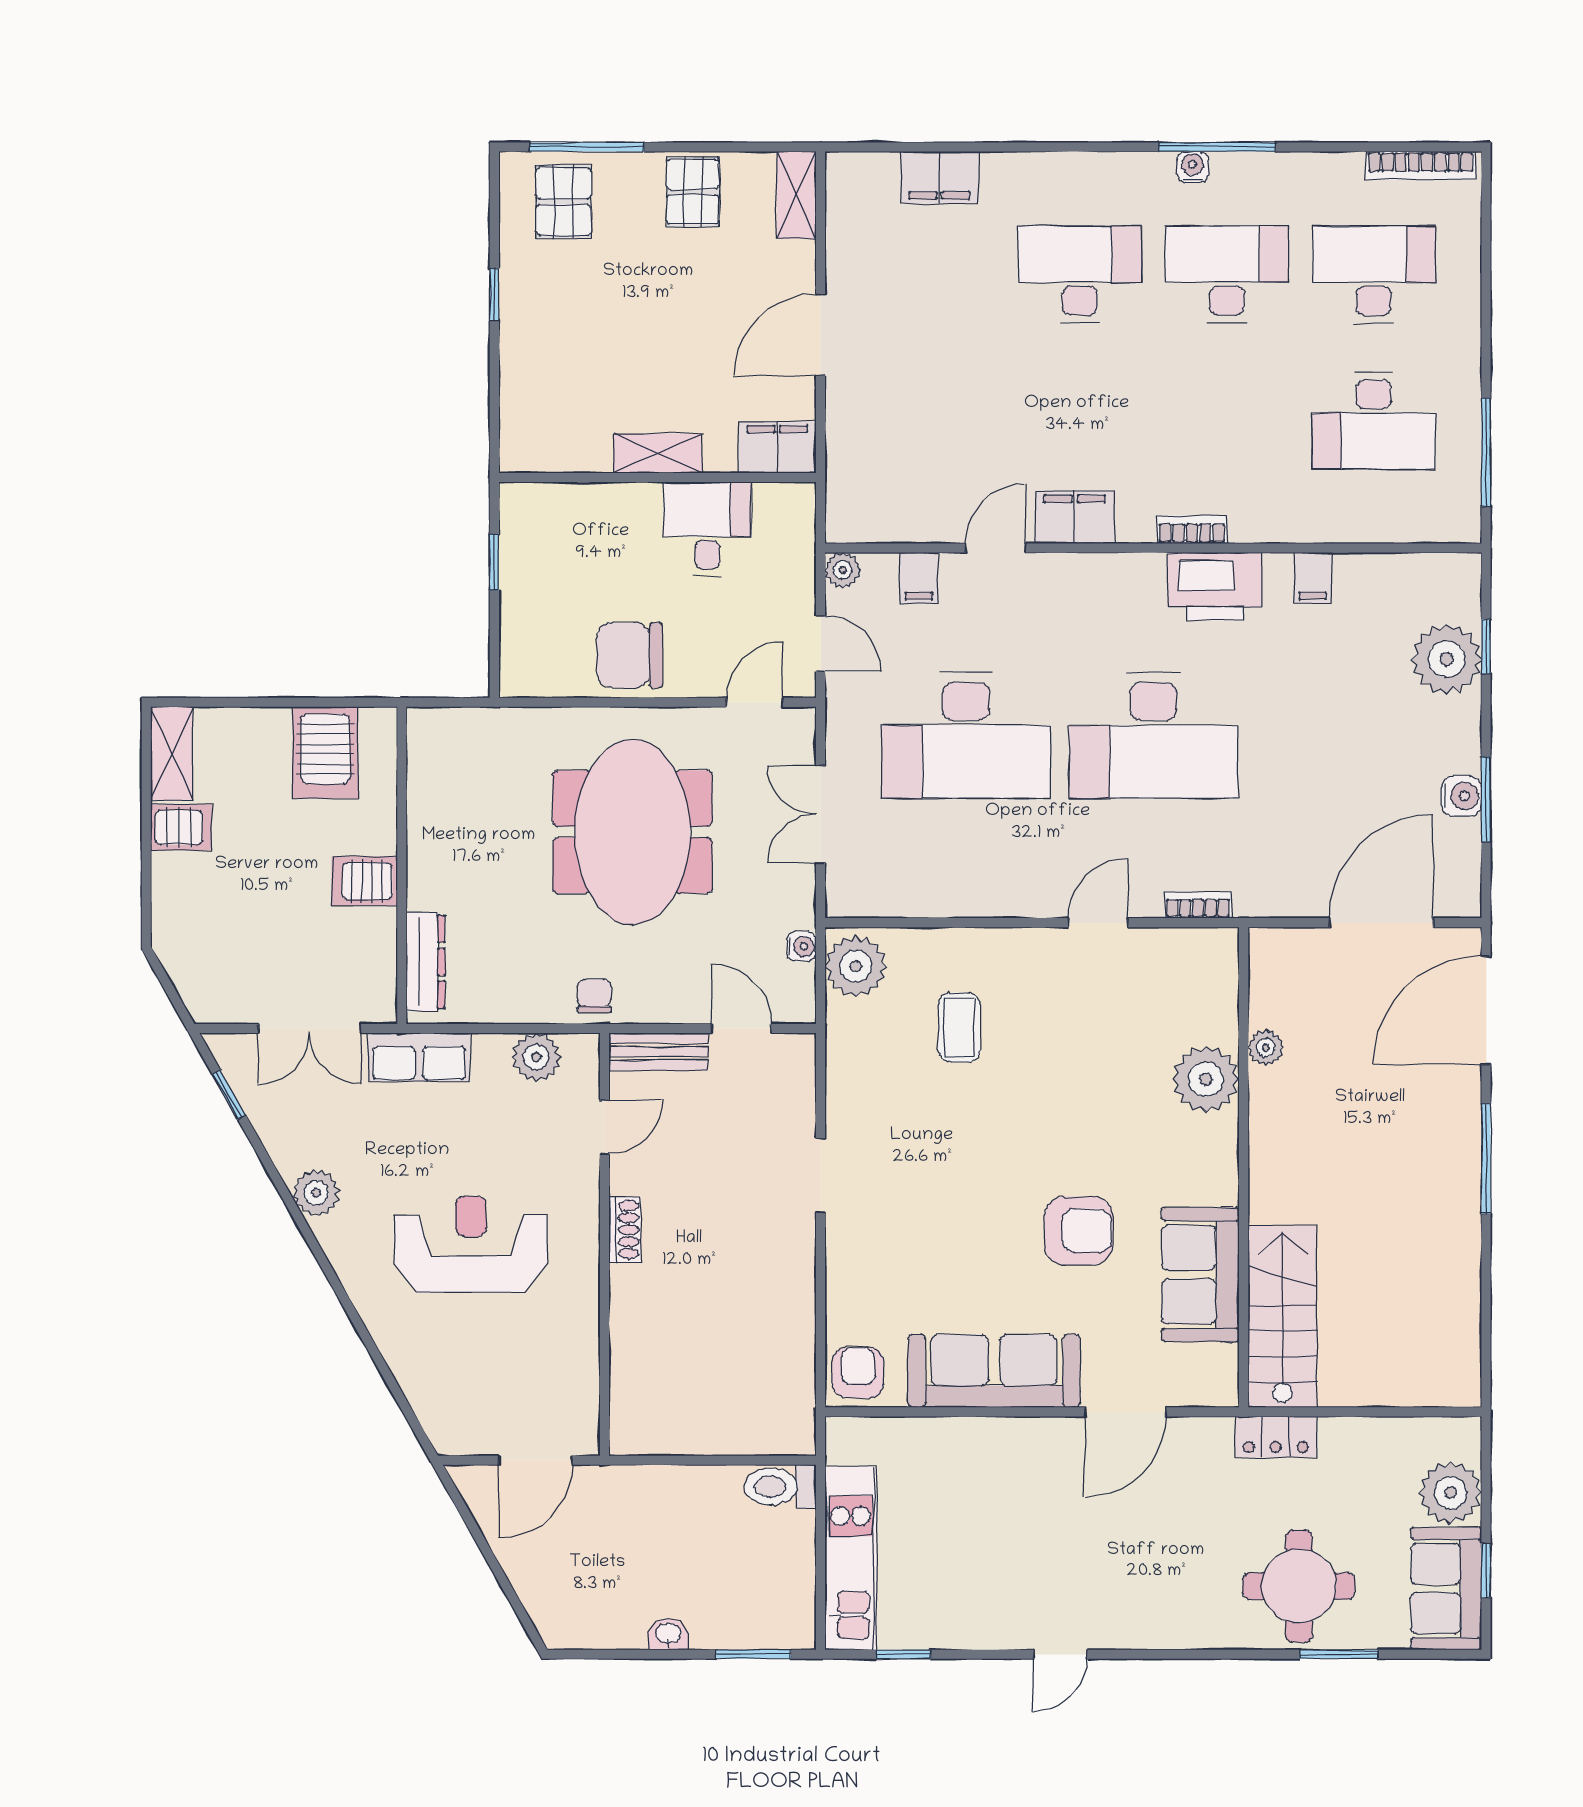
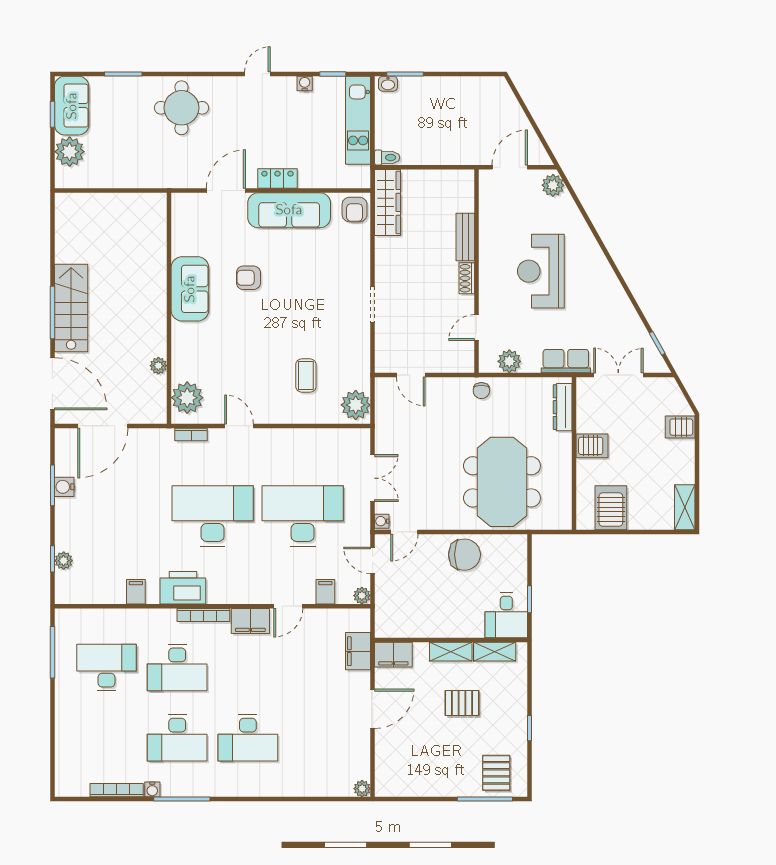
bookcase: (1421, 165) -> (117, 790), moved
water cooler: (1192, 167) -> (152, 789), moved
plant: (842, 169) -> (362, 789), added
filing cabinet: (939, 177) -> (358, 651), moved, turned -90
pallet: (693, 192) -> (462, 703), moved, turned 90
shelving: (796, 195) -> (495, 652), moved, turned 90
desk: (1374, 274) -> (177, 668), moved
desk: (707, 529) -> (506, 615), moved
bookcase: (1192, 530) -> (203, 615), width x1.56
plant: (1447, 659) -> (64, 561), width x0.53, depth x0.53
server rack: (181, 827) -> (680, 427), moved
meeting table: (632, 832) -> (502, 482), moved
door: (1098, 923) -> (239, 426), swing flipped
water cooler: (801, 947) -> (382, 521), moved
door: (1486, 1010) -> (52, 384), hinge flipped
bench: (659, 1052) -> (465, 237), moved, turned 90
plant: (1206, 1079) -> (187, 398), moved
plant: (316, 1193) -> (553, 185), moved
armchair: (1079, 1231) -> (248, 278), width x0.72, depth x0.72
reception desk: (471, 1244) -> (541, 271), turned 90
sofa: (1200, 1275) -> (190, 289), moved
stairs: (1282, 1316) -> (71, 308), moved, turned 180
wardrobe: (790, 1387) -> (388, 202), added
locker: (1276, 1437) -> (277, 179), moved
toilet: (780, 1487) -> (387, 157), width x0.73, depth x0.72
round table: (1299, 1586) -> (181, 108), moved
washbasin: (669, 1634) -> (388, 84), moved
water cooler: (962, 1634) -> (305, 84), added

